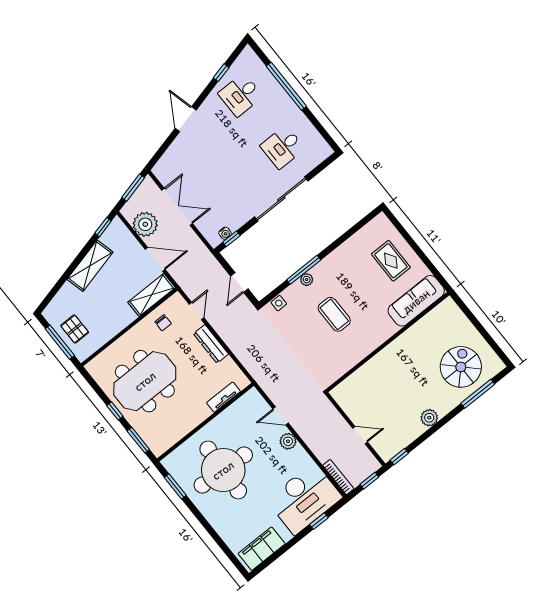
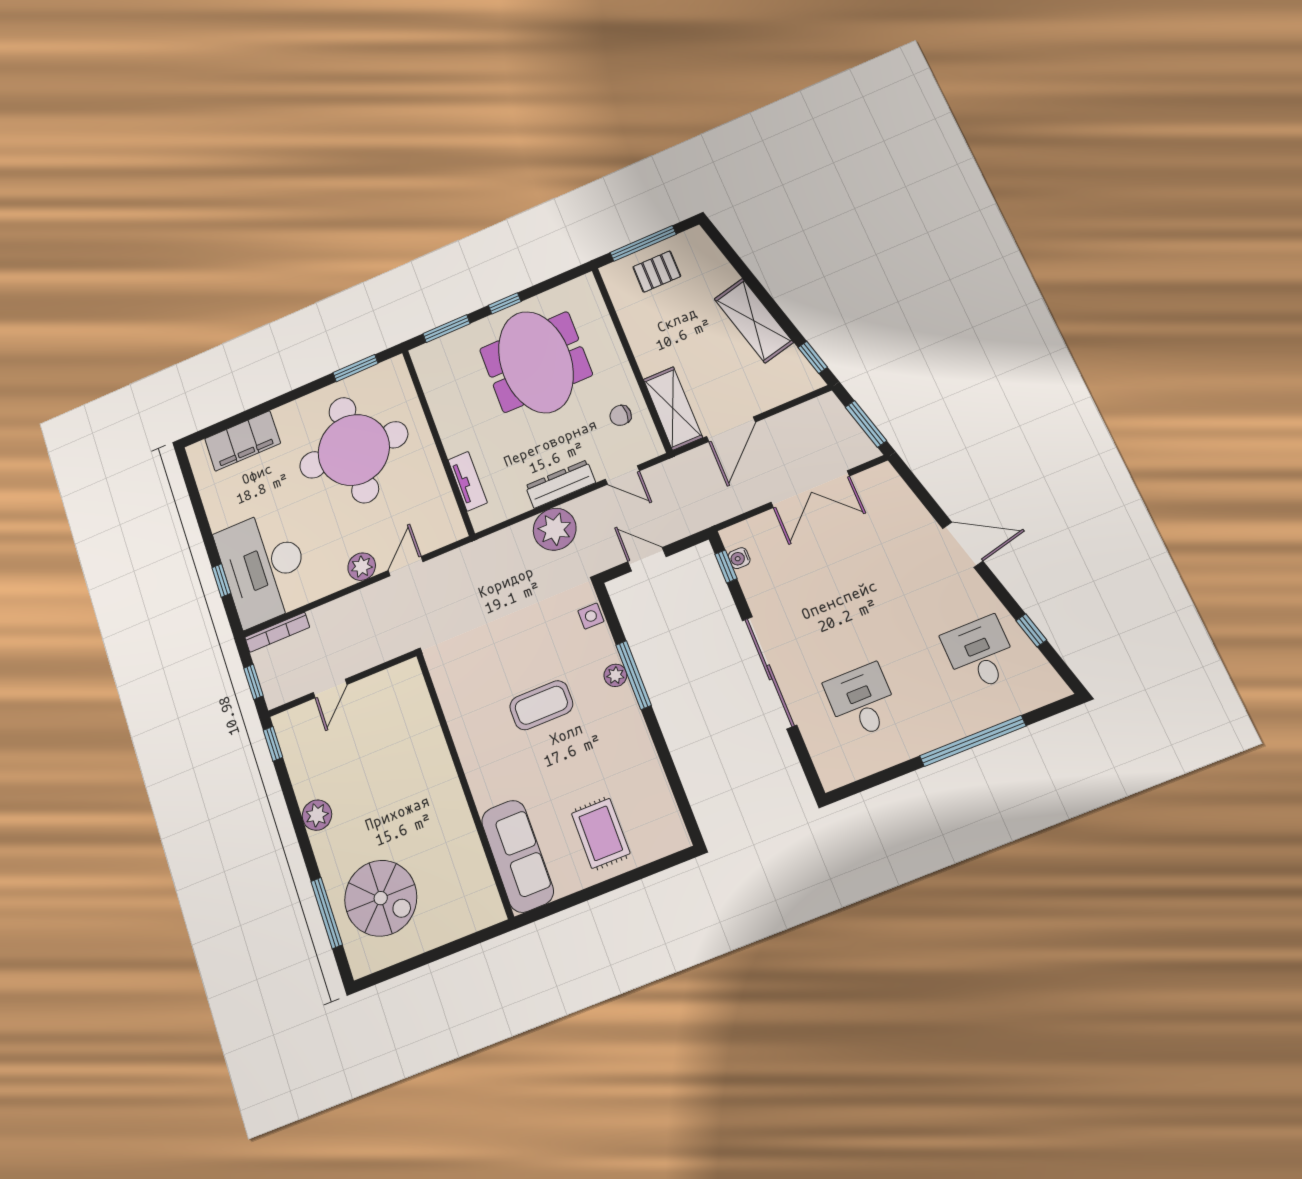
plant: (145, 224) -> (555, 529), moved
rug: (391, 261) -> (601, 833), turned 90
filing cabinet: (262, 549) -> (243, 441), moved, turned 90

